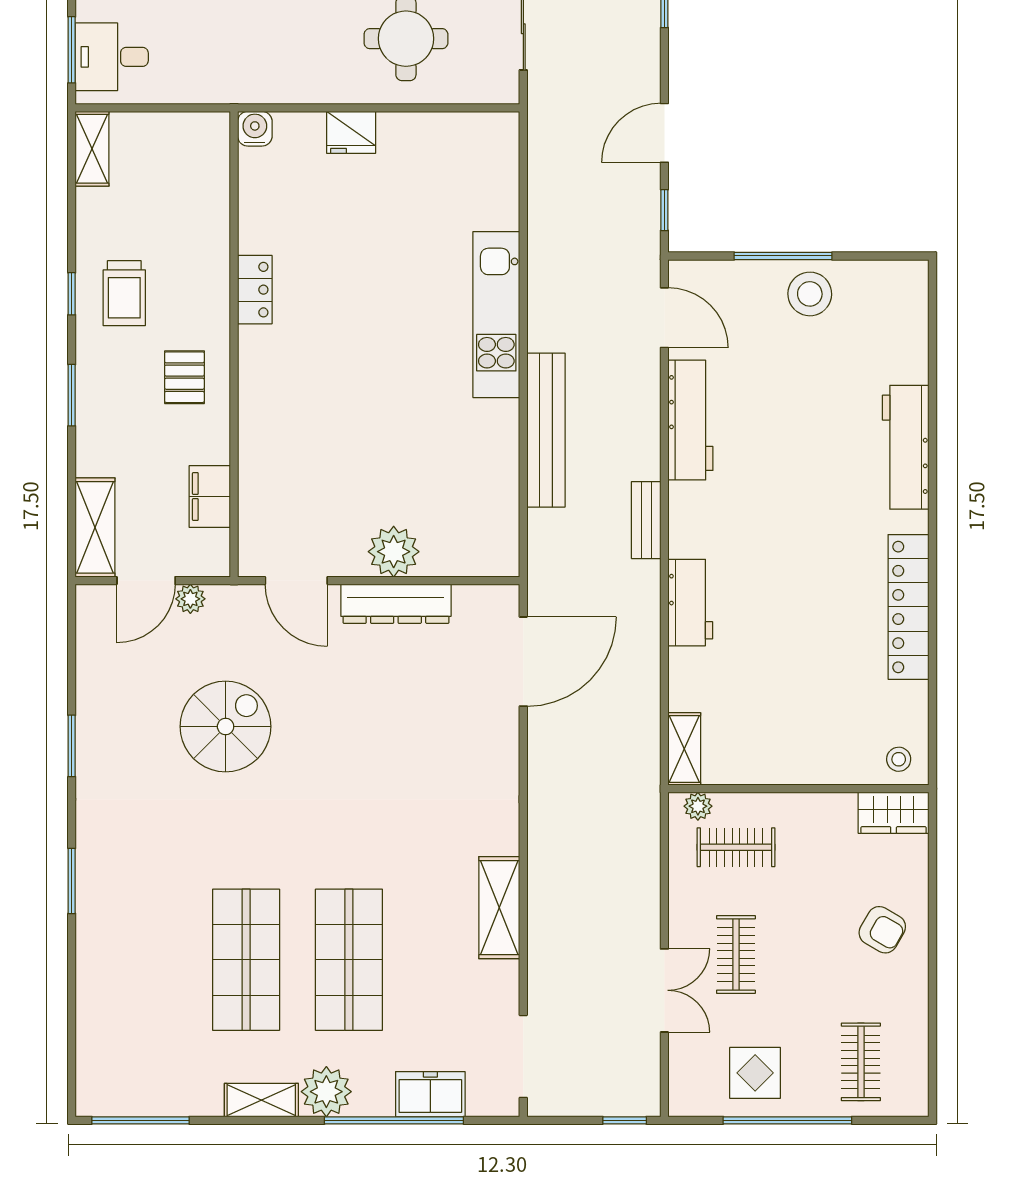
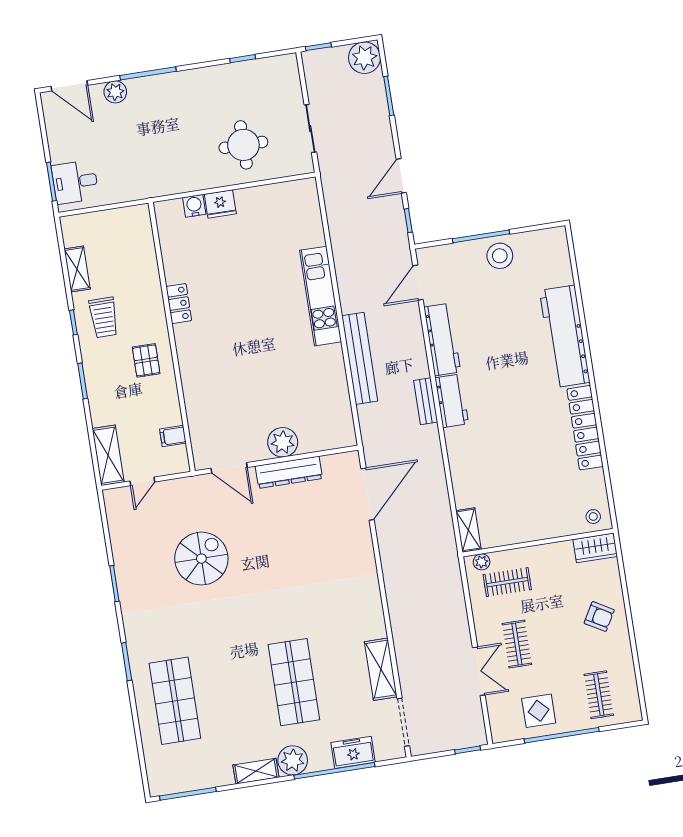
water cooler: (255, 129) -> (194, 206), moved
shelving: (92, 149) -> (77, 269), moved
door: (664, 318) -> (418, 283), swing flipped
workbench: (906, 447) -> (565, 336), width x1.36, depth x1.32
filing cabinet: (210, 496) -> (173, 436), width x0.50
door: (146, 581) -> (142, 481), width x0.73
plant: (190, 599) -> (170, 488), removed
workbench: (690, 603) -> (452, 401), moved
shelving: (499, 908) -> (381, 669), moved
shop shelf: (246, 960) -> (175, 701), moved

